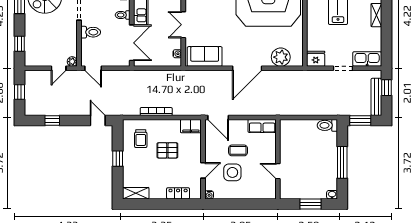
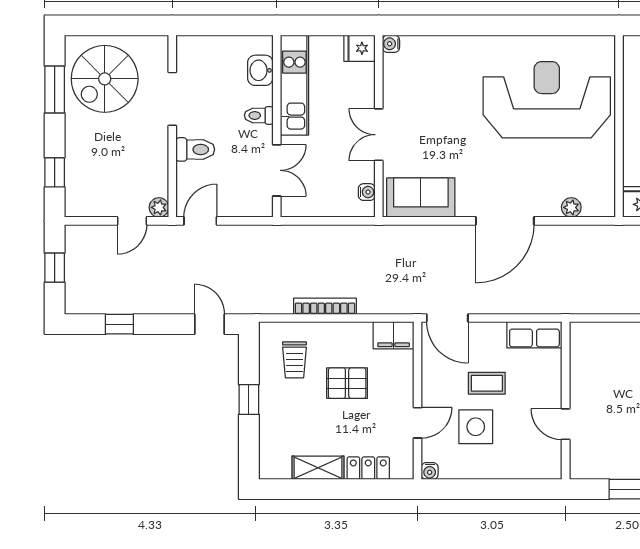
double door: (132, 43) -> (277, 170), width x0.73
plant: (281, 57) -> (571, 207), width x0.53, depth x0.53
door: (93, 68) -> (200, 221), swing flipped
shelving: (136, 193) -> (318, 468), moved

